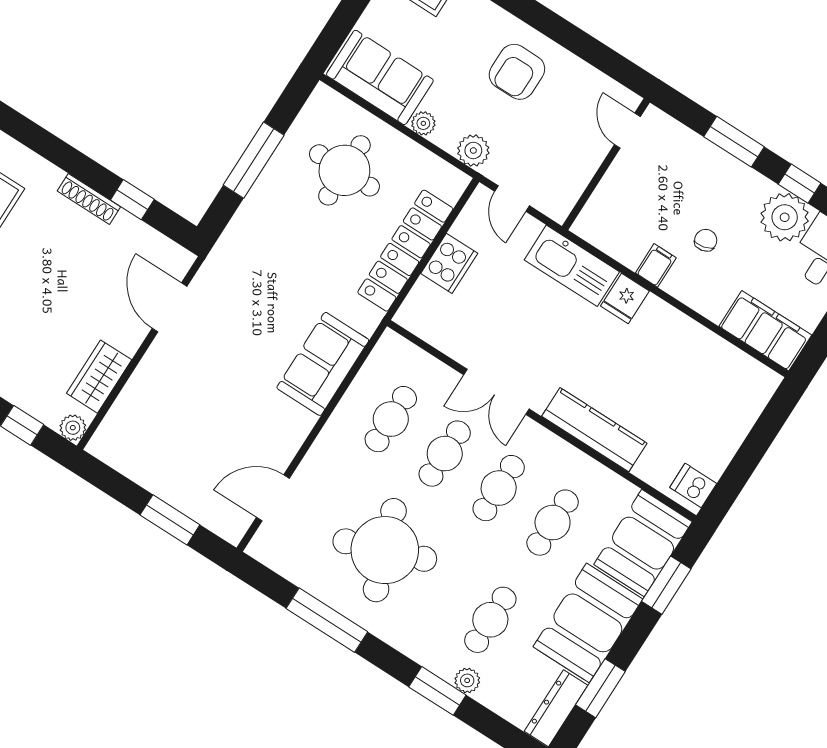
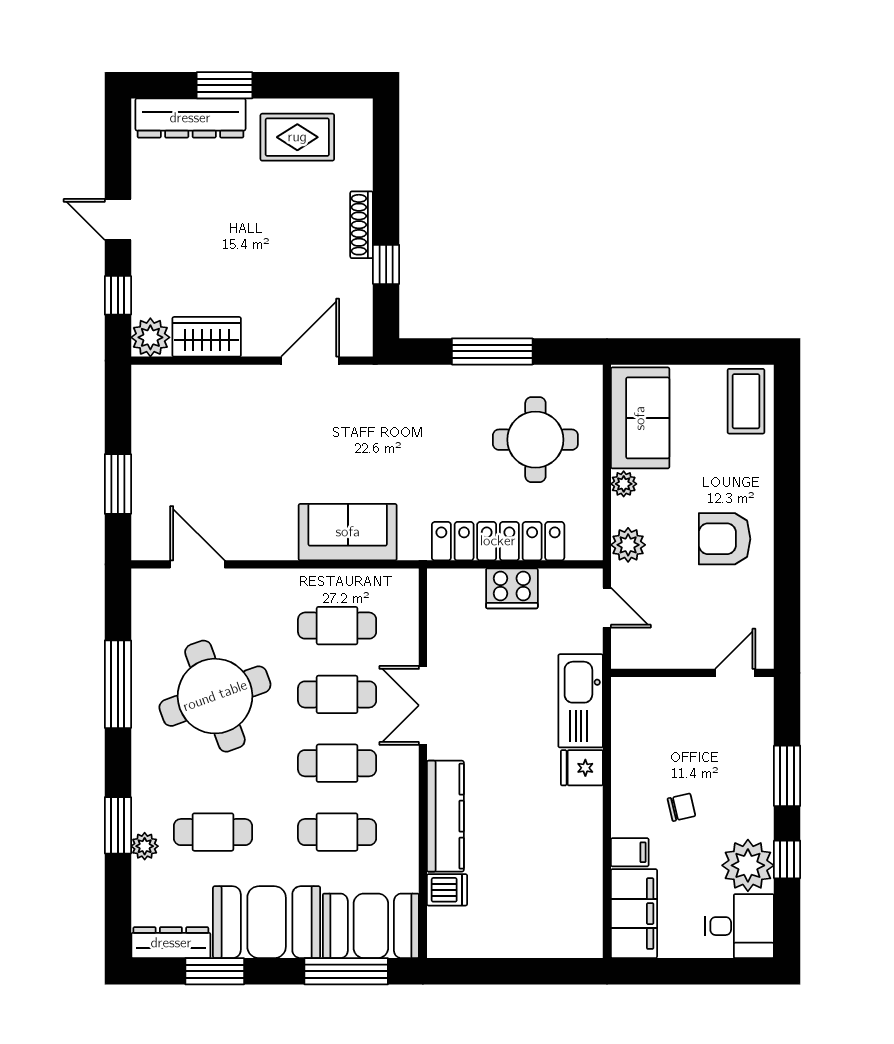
door: (512, 199) -> (607, 608), swing flipped
filing cabinet: (656, 265) -> (630, 852), moved
plant: (73, 428) -> (150, 337), width x1.38, depth x1.38
dishwasher: (693, 485) -> (447, 890), moved, turned 90
window: (666, 585) -> (346, 971), width x1.44

